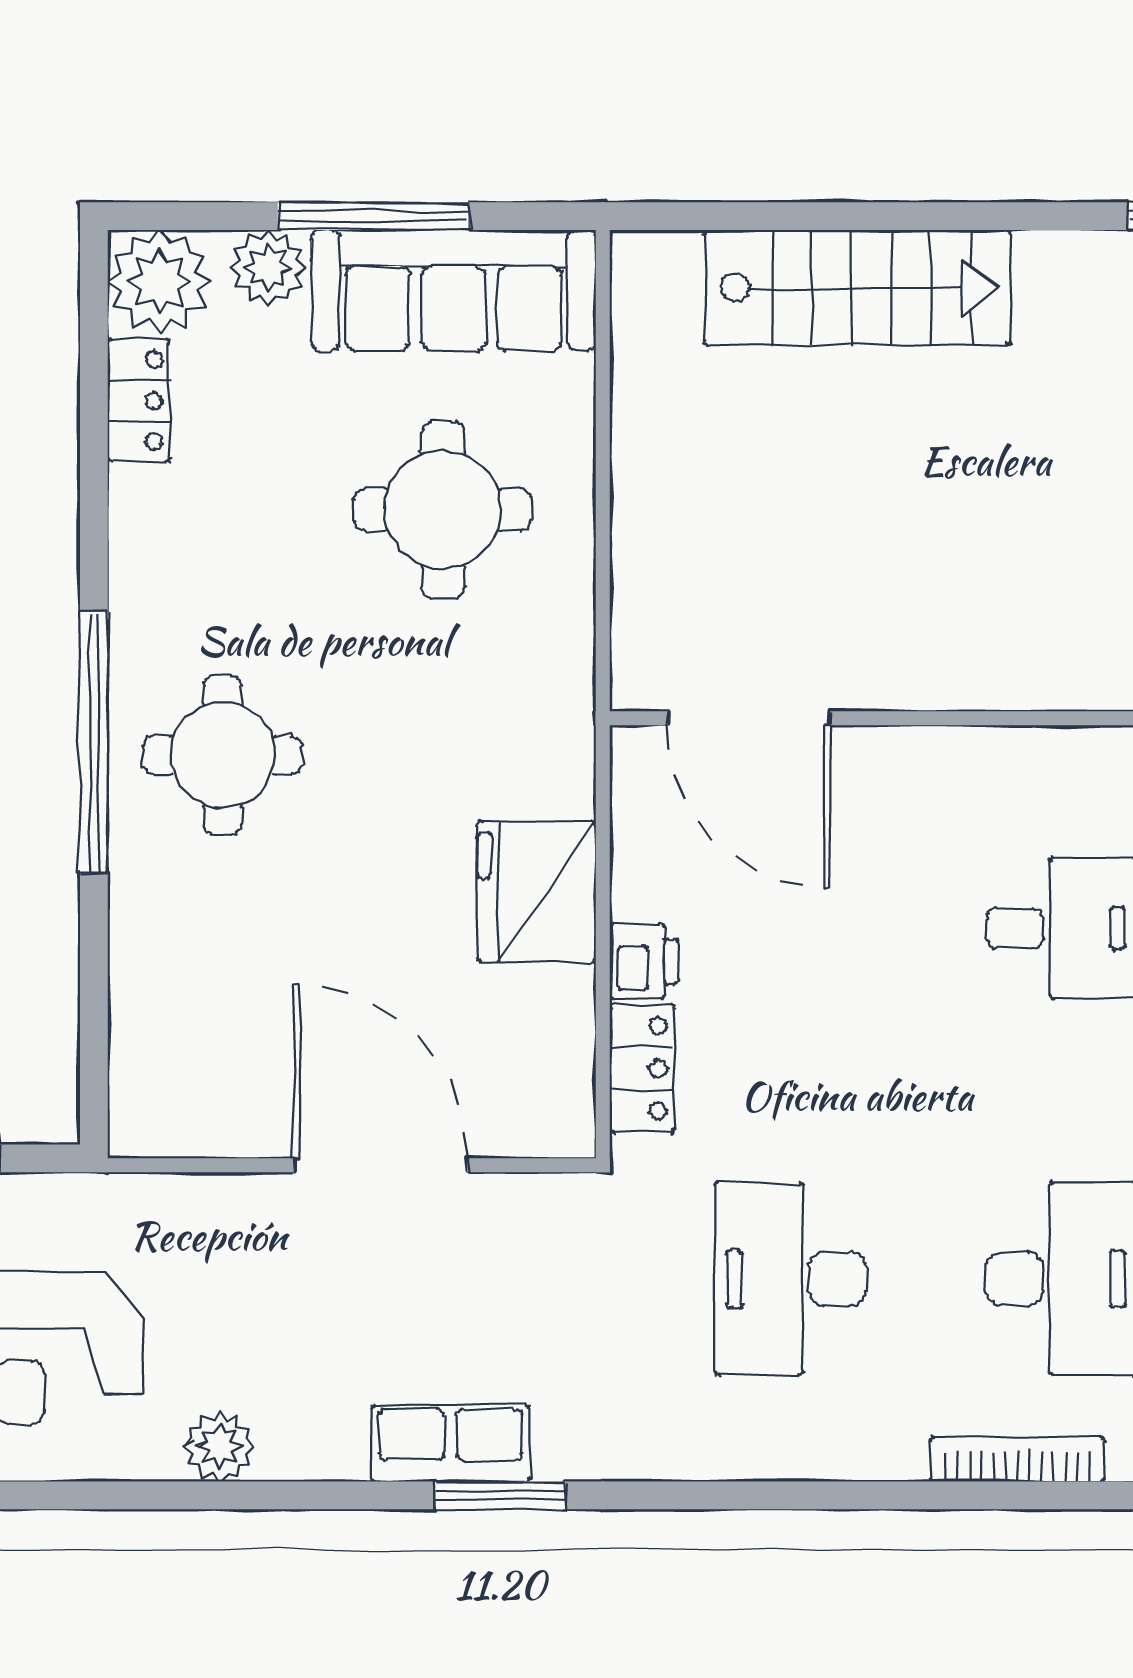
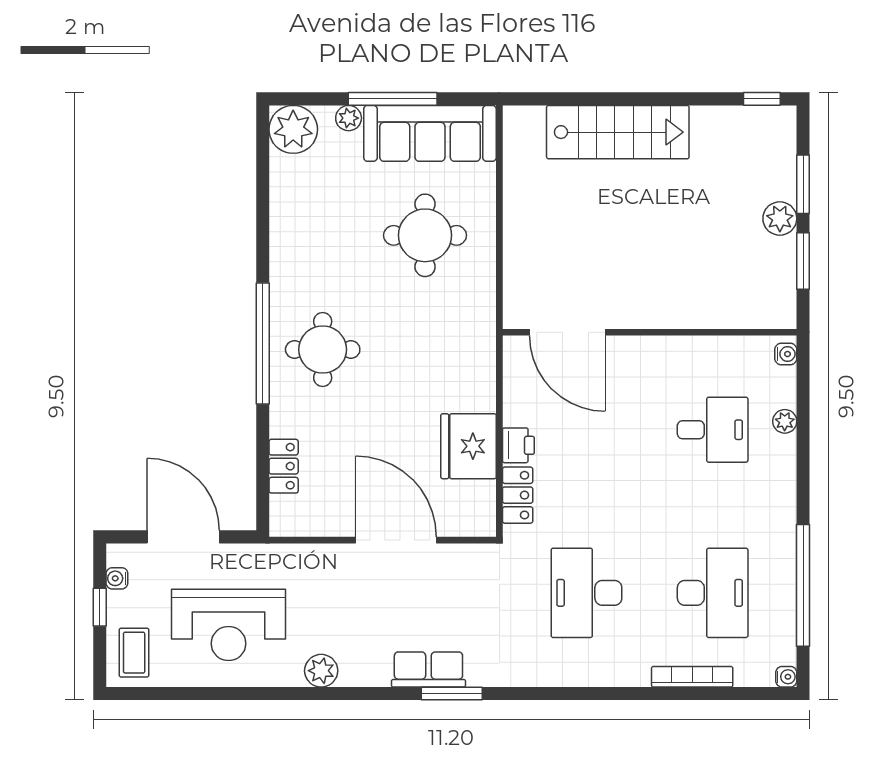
plant: (268, 268) -> (349, 118), width x0.73, depth x0.73
locker: (139, 401) -> (284, 466), moved
fridge: (537, 892) -> (469, 446), moved

